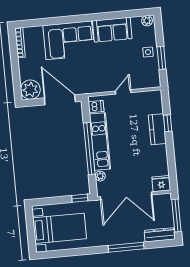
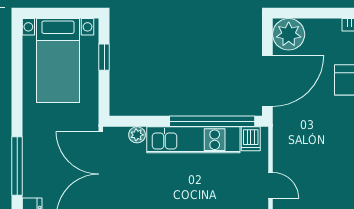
window: (89, 149) -> (212, 121), moved
window: (80, 198) -> (104, 57), moved

